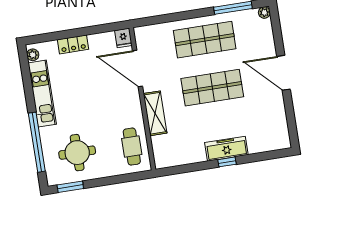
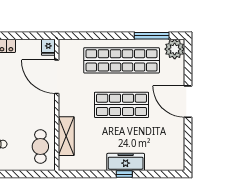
plant: (264, 13) -> (175, 49), width x1.88, depth x1.88
shop shelf: (205, 40) -> (122, 60), width x1.40
shelving: (155, 113) -> (66, 136), moved

